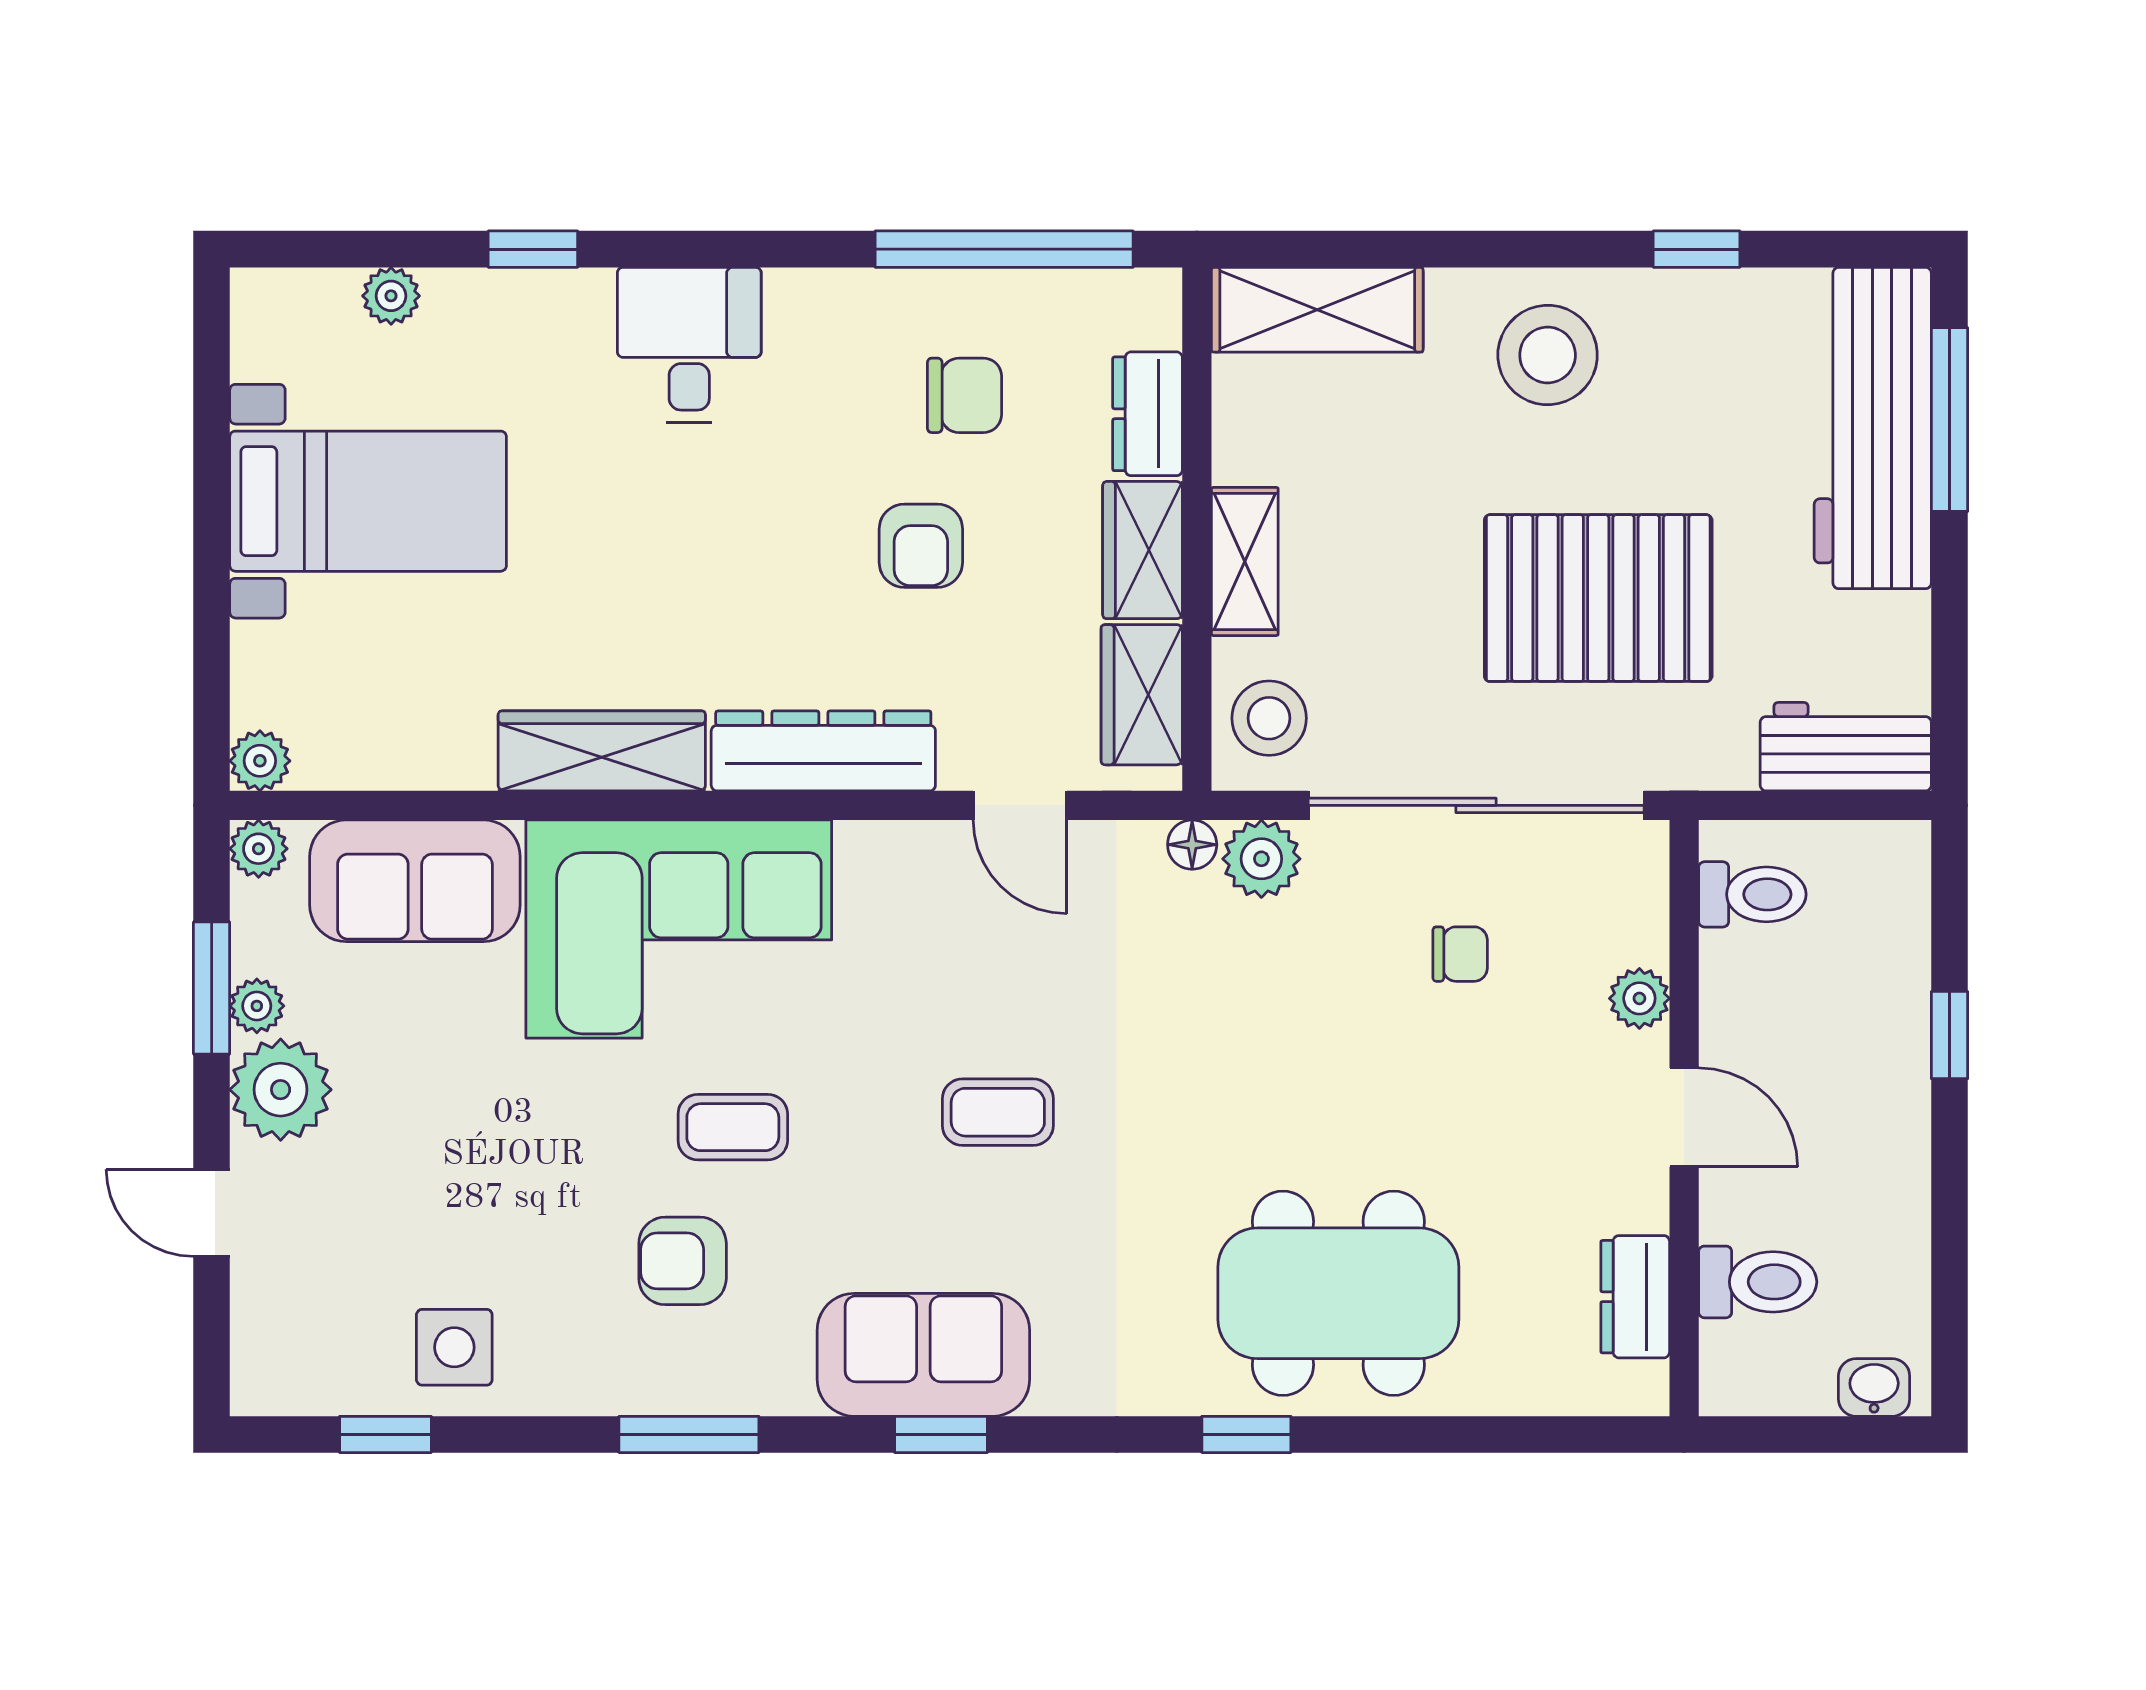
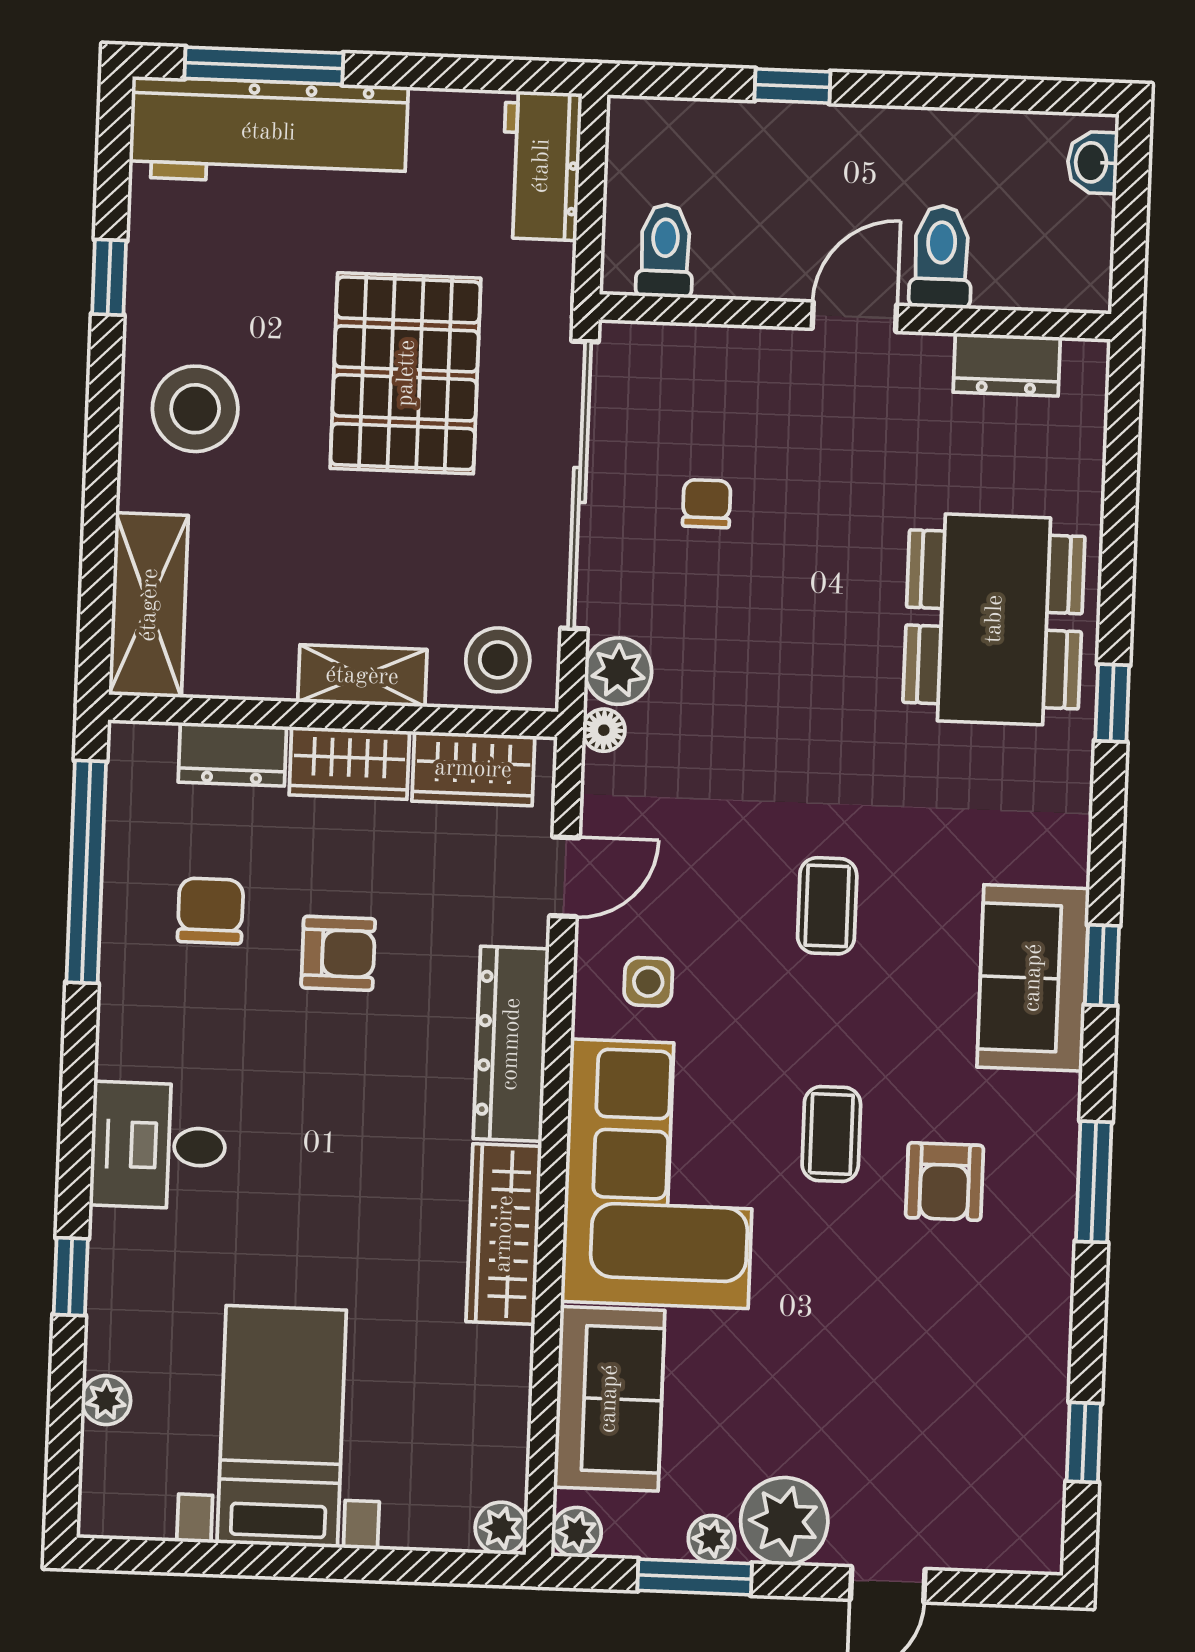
plant: (1639, 998) -> (751, 351), removed
toilet: (1758, 1282) -> (941, 257), moved
side table: (454, 1347) -> (648, 982), moved, width x0.73, depth x0.73

